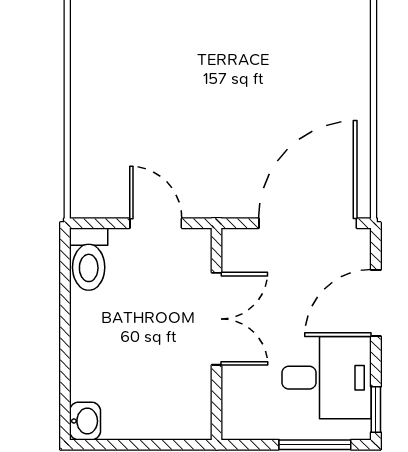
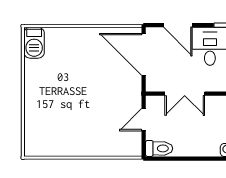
double door: (217, 319) -> (185, 94), swing flipped

